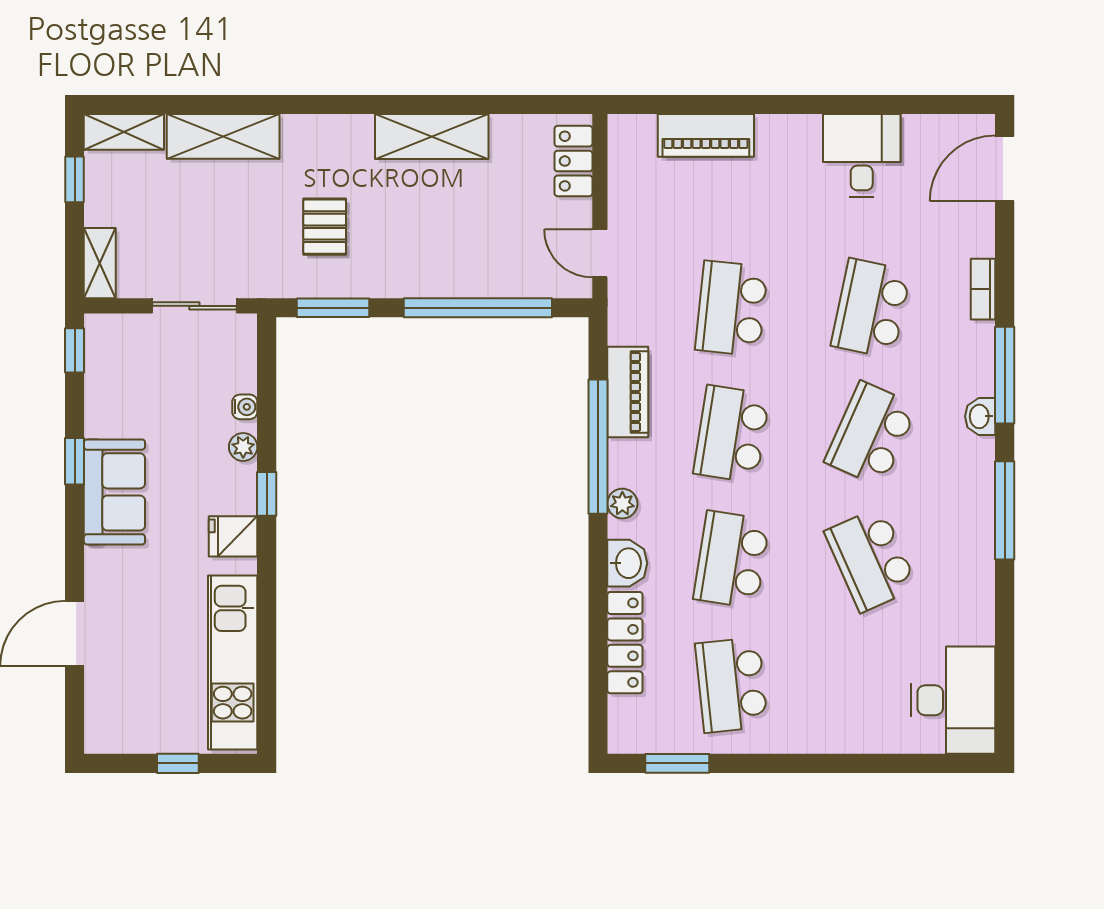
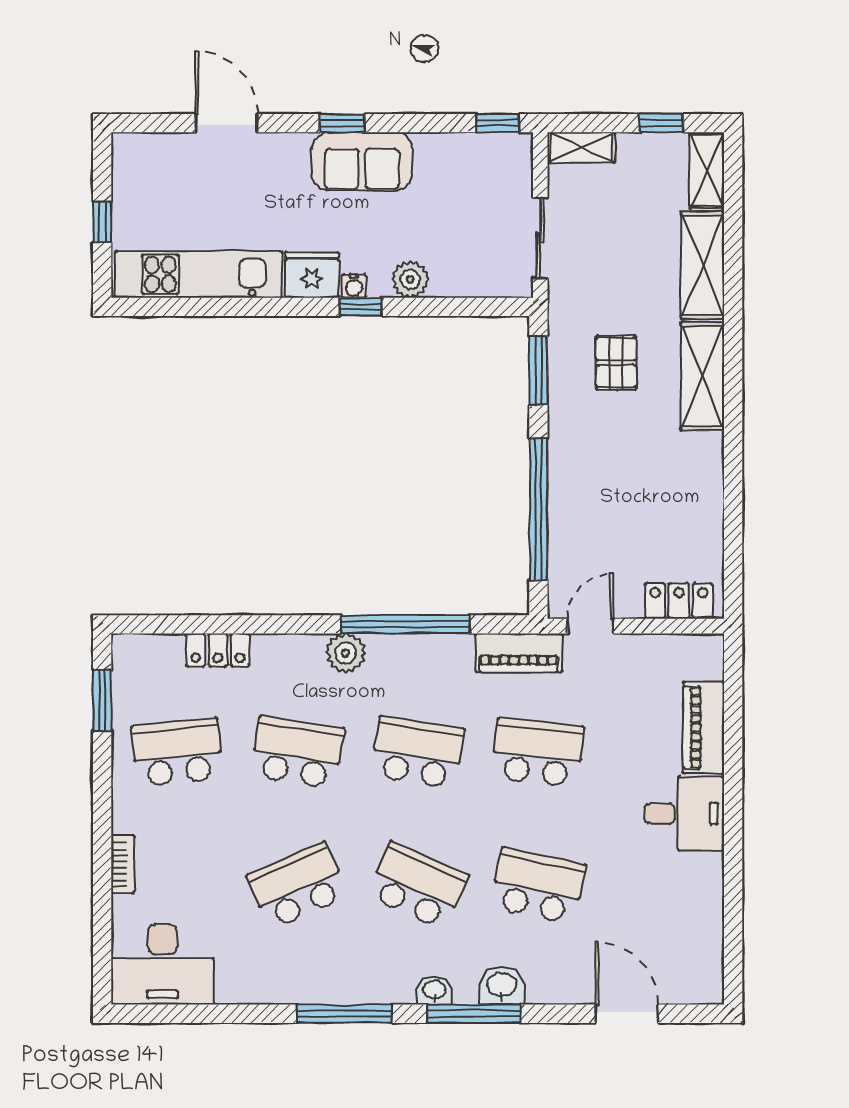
shelving: (432, 137) -> (702, 376), moved
desk: (862, 155) -> (684, 813), moved
door: (1005, 168) -> (627, 1014), moved
pallet: (325, 227) -> (616, 363), turned 90
bookcase: (983, 289) -> (123, 864), moved, turned 90
piano: (628, 392) -> (519, 653), moved
water cooler: (245, 407) -> (354, 286), moved
plant: (243, 447) -> (410, 279), width x1.38, depth x1.38
window: (75, 461) -> (342, 123), moved
plant: (622, 504) -> (346, 653), width x1.38, depth x1.38
fridge: (233, 536) -> (312, 275), width x1.38
washbasin: (627, 563) -> (502, 986), moved, turned 180
locker: (625, 643) -> (218, 650), width x0.66

